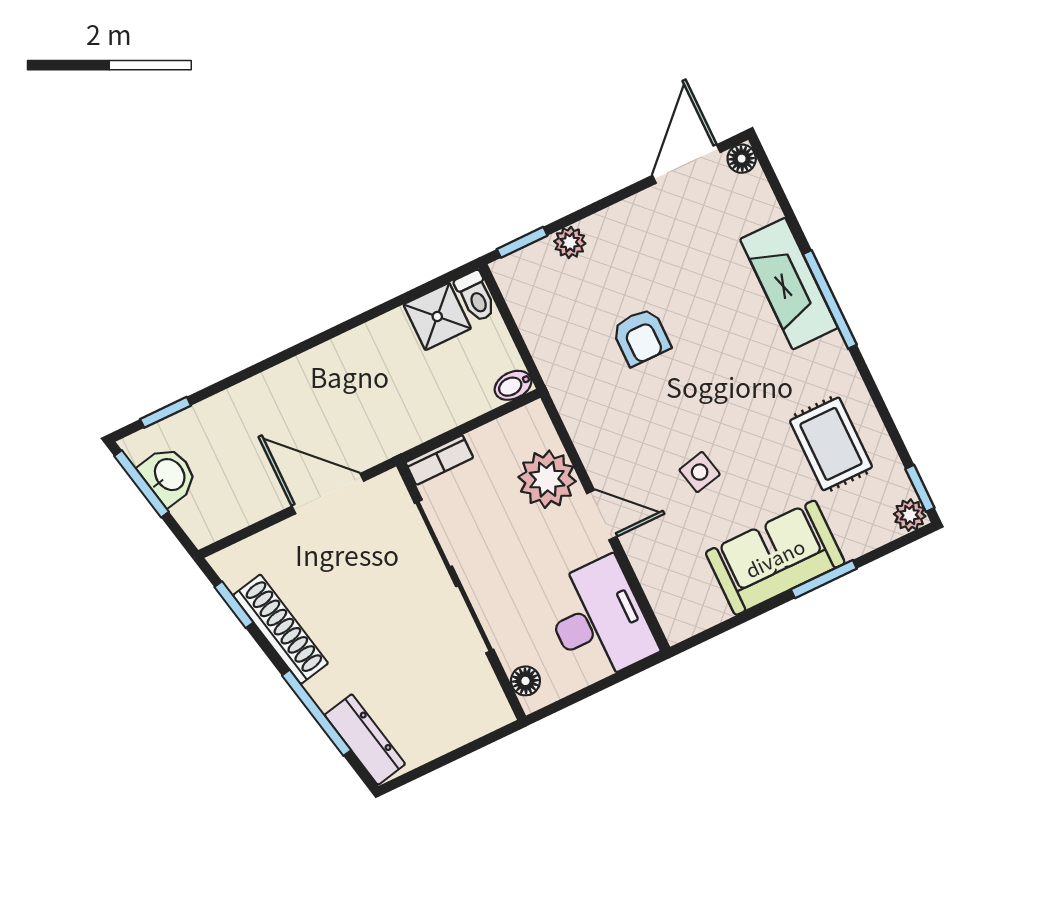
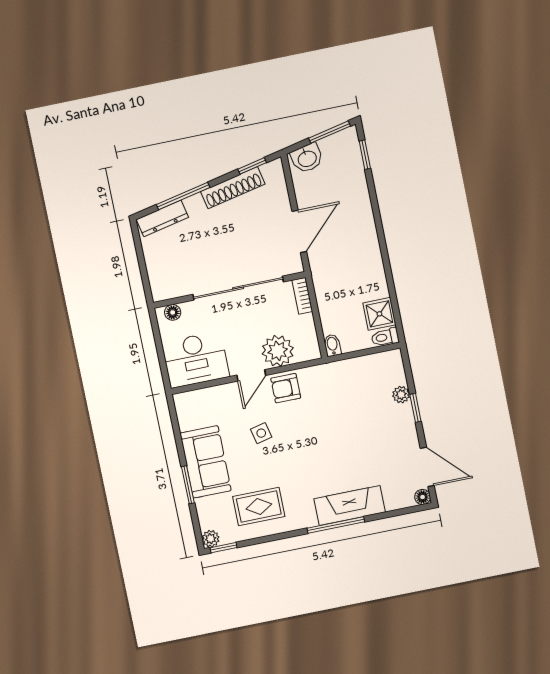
window: (522, 242) -> (415, 408), moved
armchair: (641, 337) -> (286, 388), moved
washbasin: (169, 475) -> (307, 158), moved

